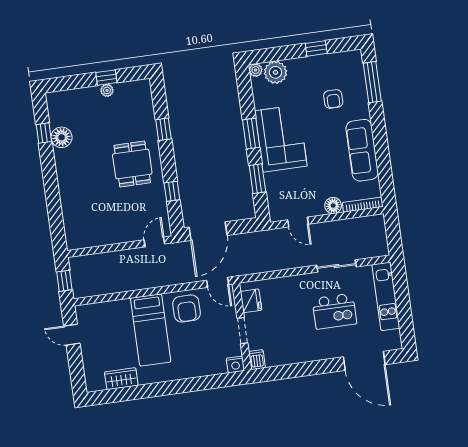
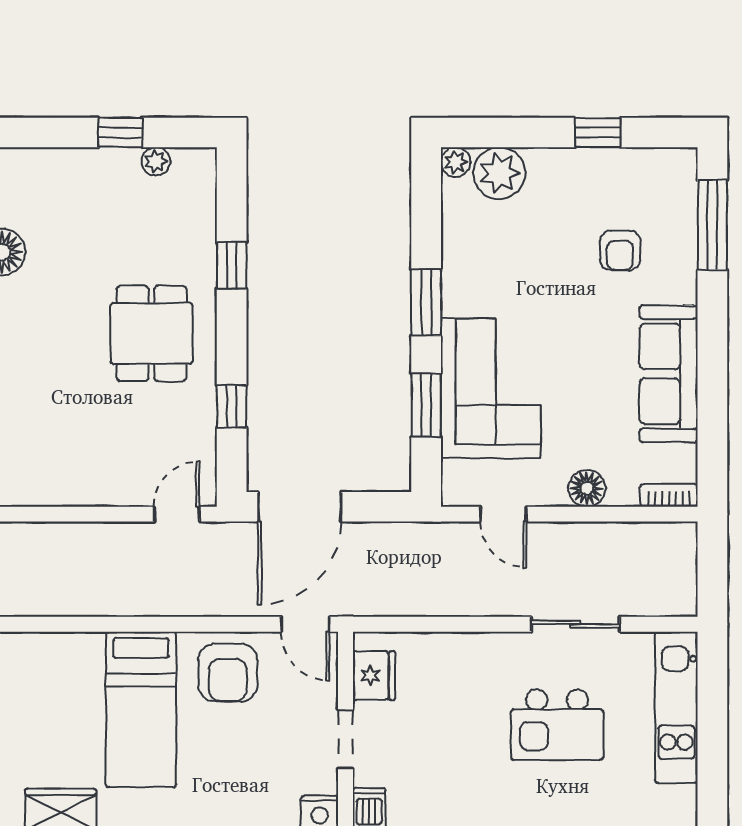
plant: (107, 90) -> (156, 161), moved
corner sofa: (281, 138) -> (491, 388), moved
bookcase: (363, 205) -> (669, 495), width x0.64

